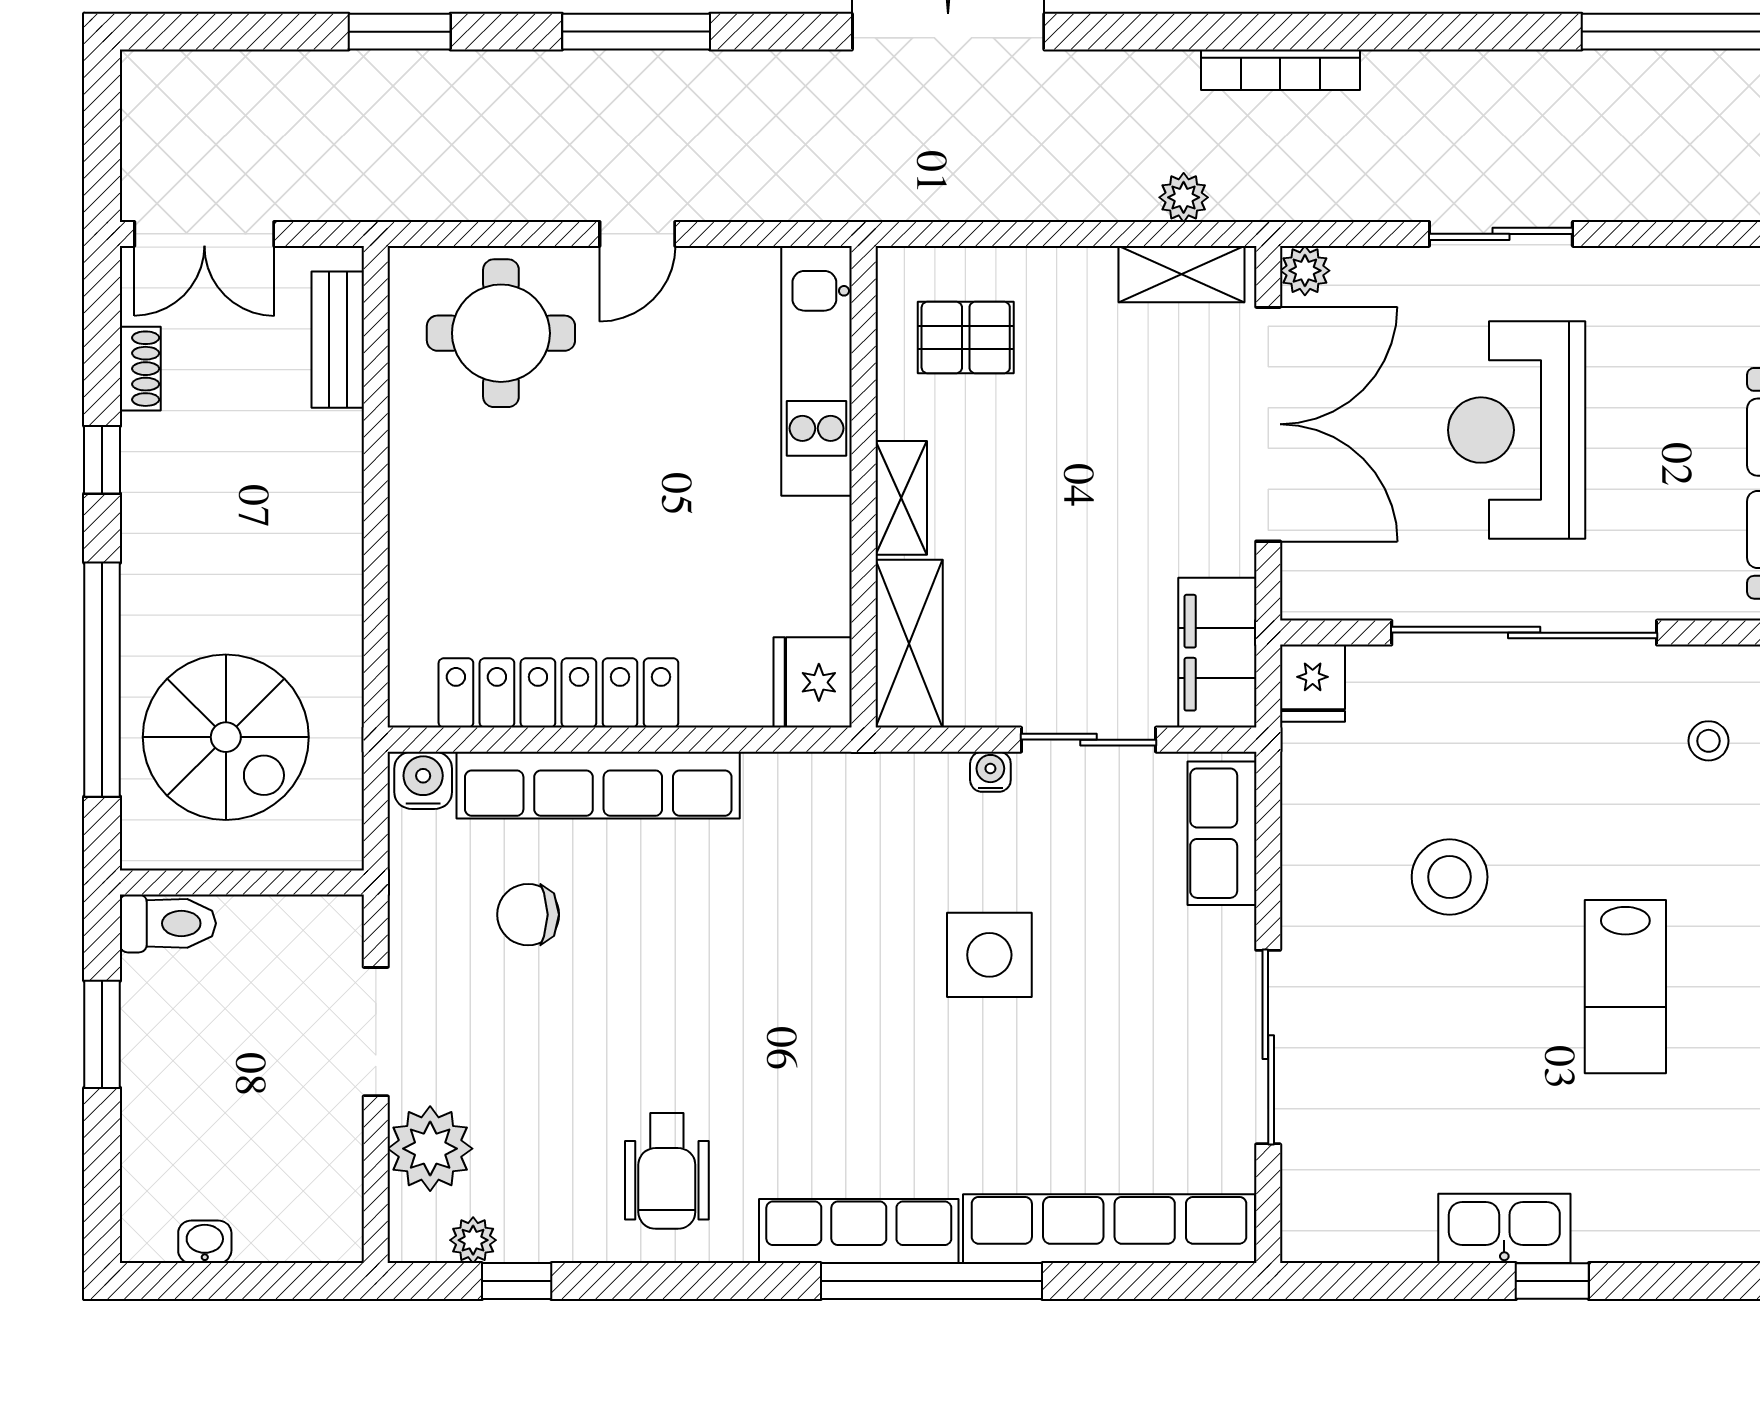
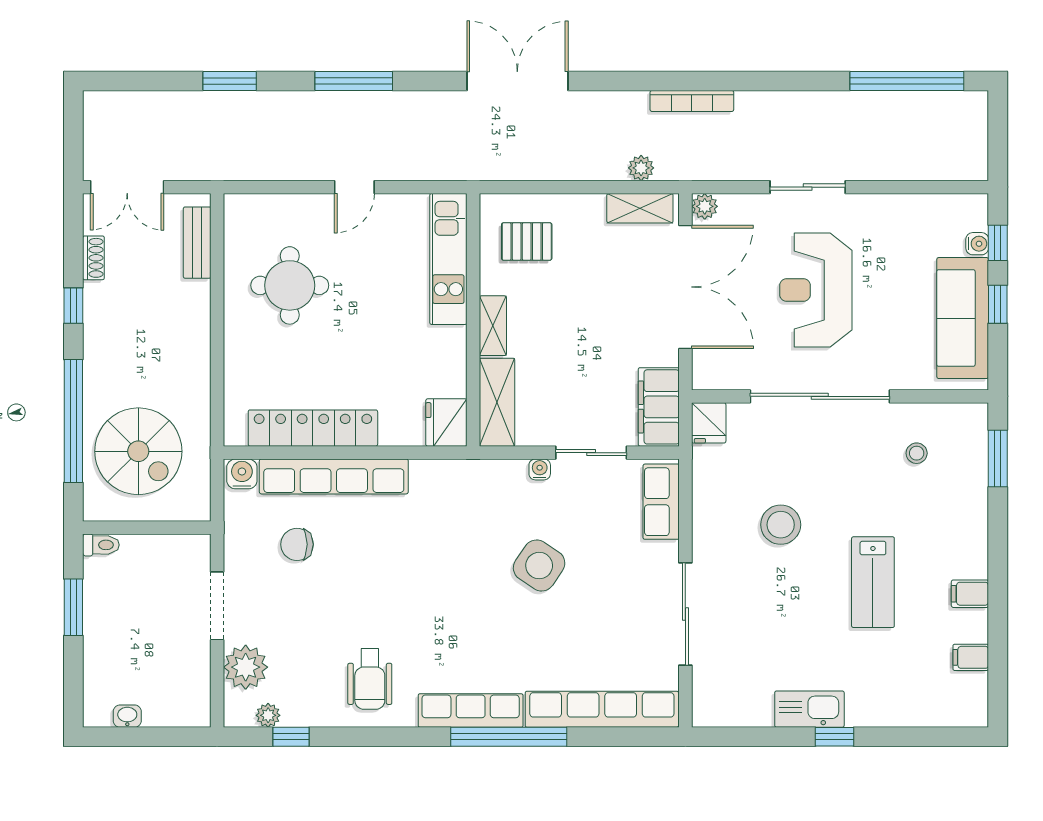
round table: (501, 333) -> (290, 285), moved
toilet: (168, 923) -> (101, 545), width x0.73, depth x0.72
side table: (989, 955) -> (539, 566), turned 34

